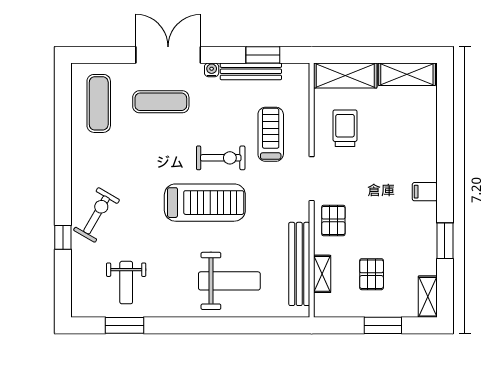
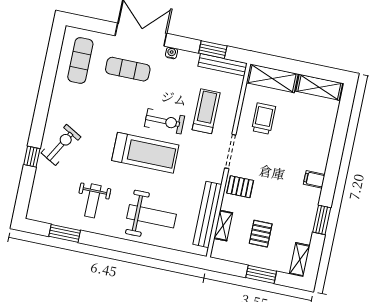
bench: (251, 71) -> (223, 65), moved
pallet: (333, 220) -> (240, 187), turned 90
weight bench: (126, 283) -> (93, 201), moved

